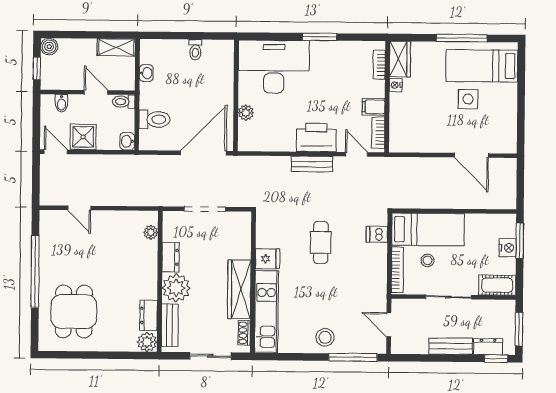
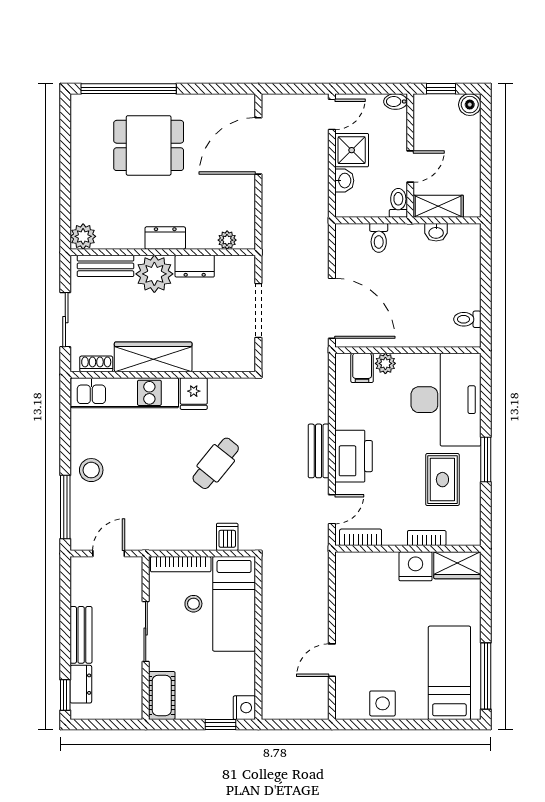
window: (462, 38) -> (486, 676), moved
shelving: (116, 47) -> (438, 206), moved, turned 90
toilet: (195, 50) -> (467, 319), moved
bookcase: (379, 65) -> (427, 538), moved
rug: (335, 70) -> (442, 480), added
nightstand: (396, 85) -> (415, 566), width x1.89, depth x1.79
side table: (468, 99) -> (383, 703), moved
bidet: (62, 103) -> (396, 102), moved
filing cabinet: (373, 107) -> (362, 368), moved, turned 180
toilet: (154, 119) -> (379, 238), width x0.73, depth x0.72
washbasin: (127, 141) -> (344, 181), moved, turned 90
door: (471, 155) -> (332, 660), width x0.73
door: (79, 208) -> (258, 146), width x1.88
window: (520, 241) -> (220, 725), width x0.67
cafe table: (321, 242) -> (216, 463), turned -51
nightstand: (508, 248) -> (244, 708), moved, turned -90
window: (35, 271) -> (129, 89), moved
dining table: (74, 312) -> (149, 145), moved
dresser: (149, 315) -> (165, 238), moved
window: (519, 329) -> (104, 725), removed

